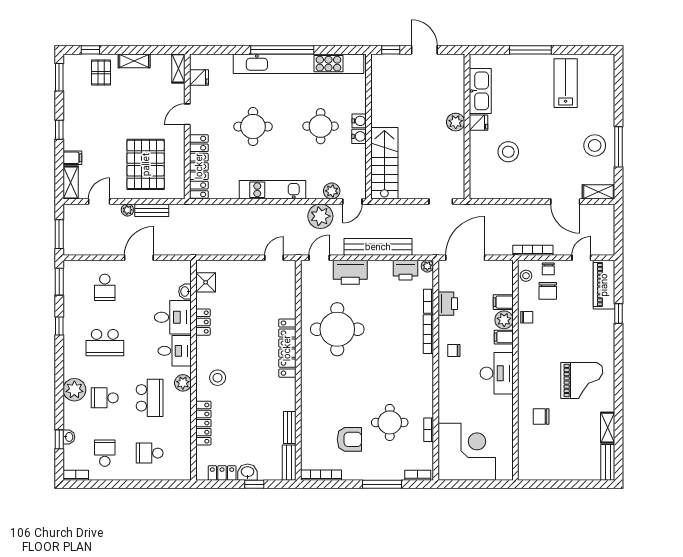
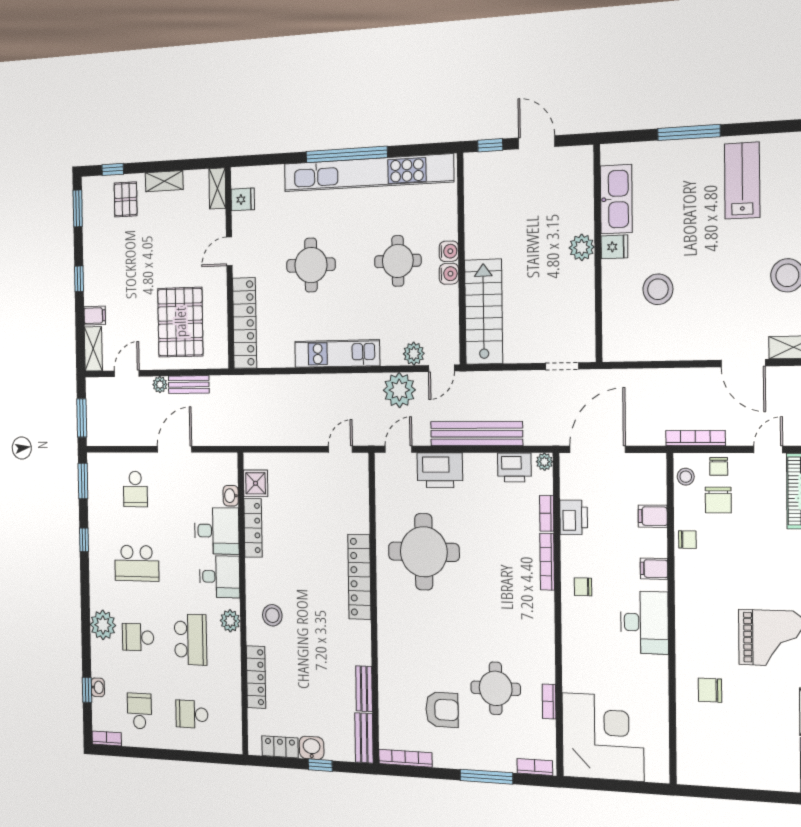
plant: (504, 320) -> (654, 543), removed
locker: (203, 322) -> (253, 528), width x1.53

